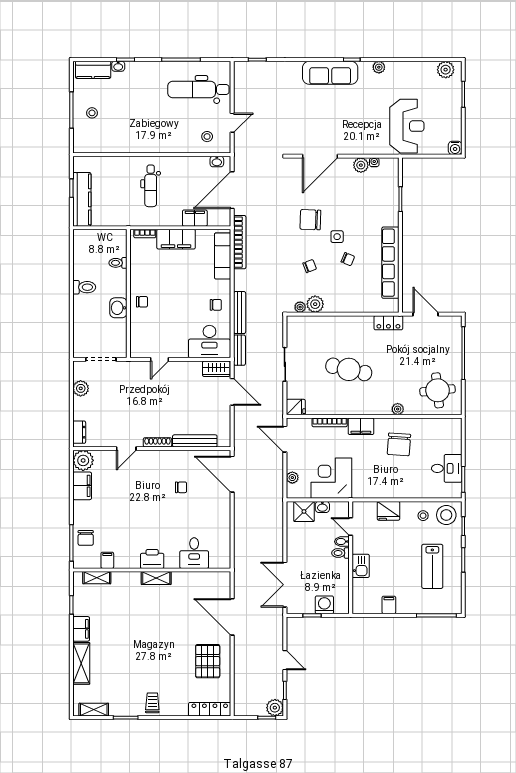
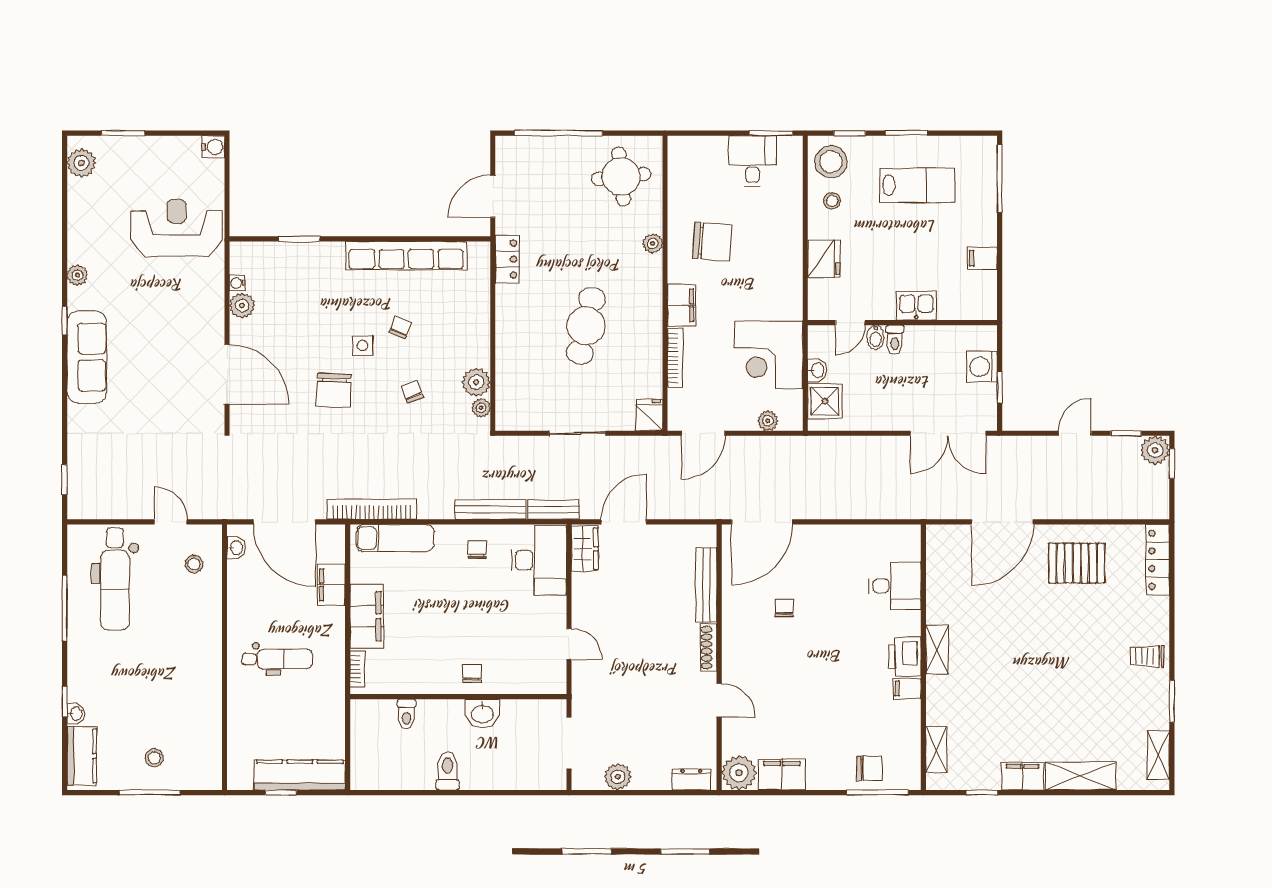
filing cabinet: (107, 560) -> (907, 689), moved

